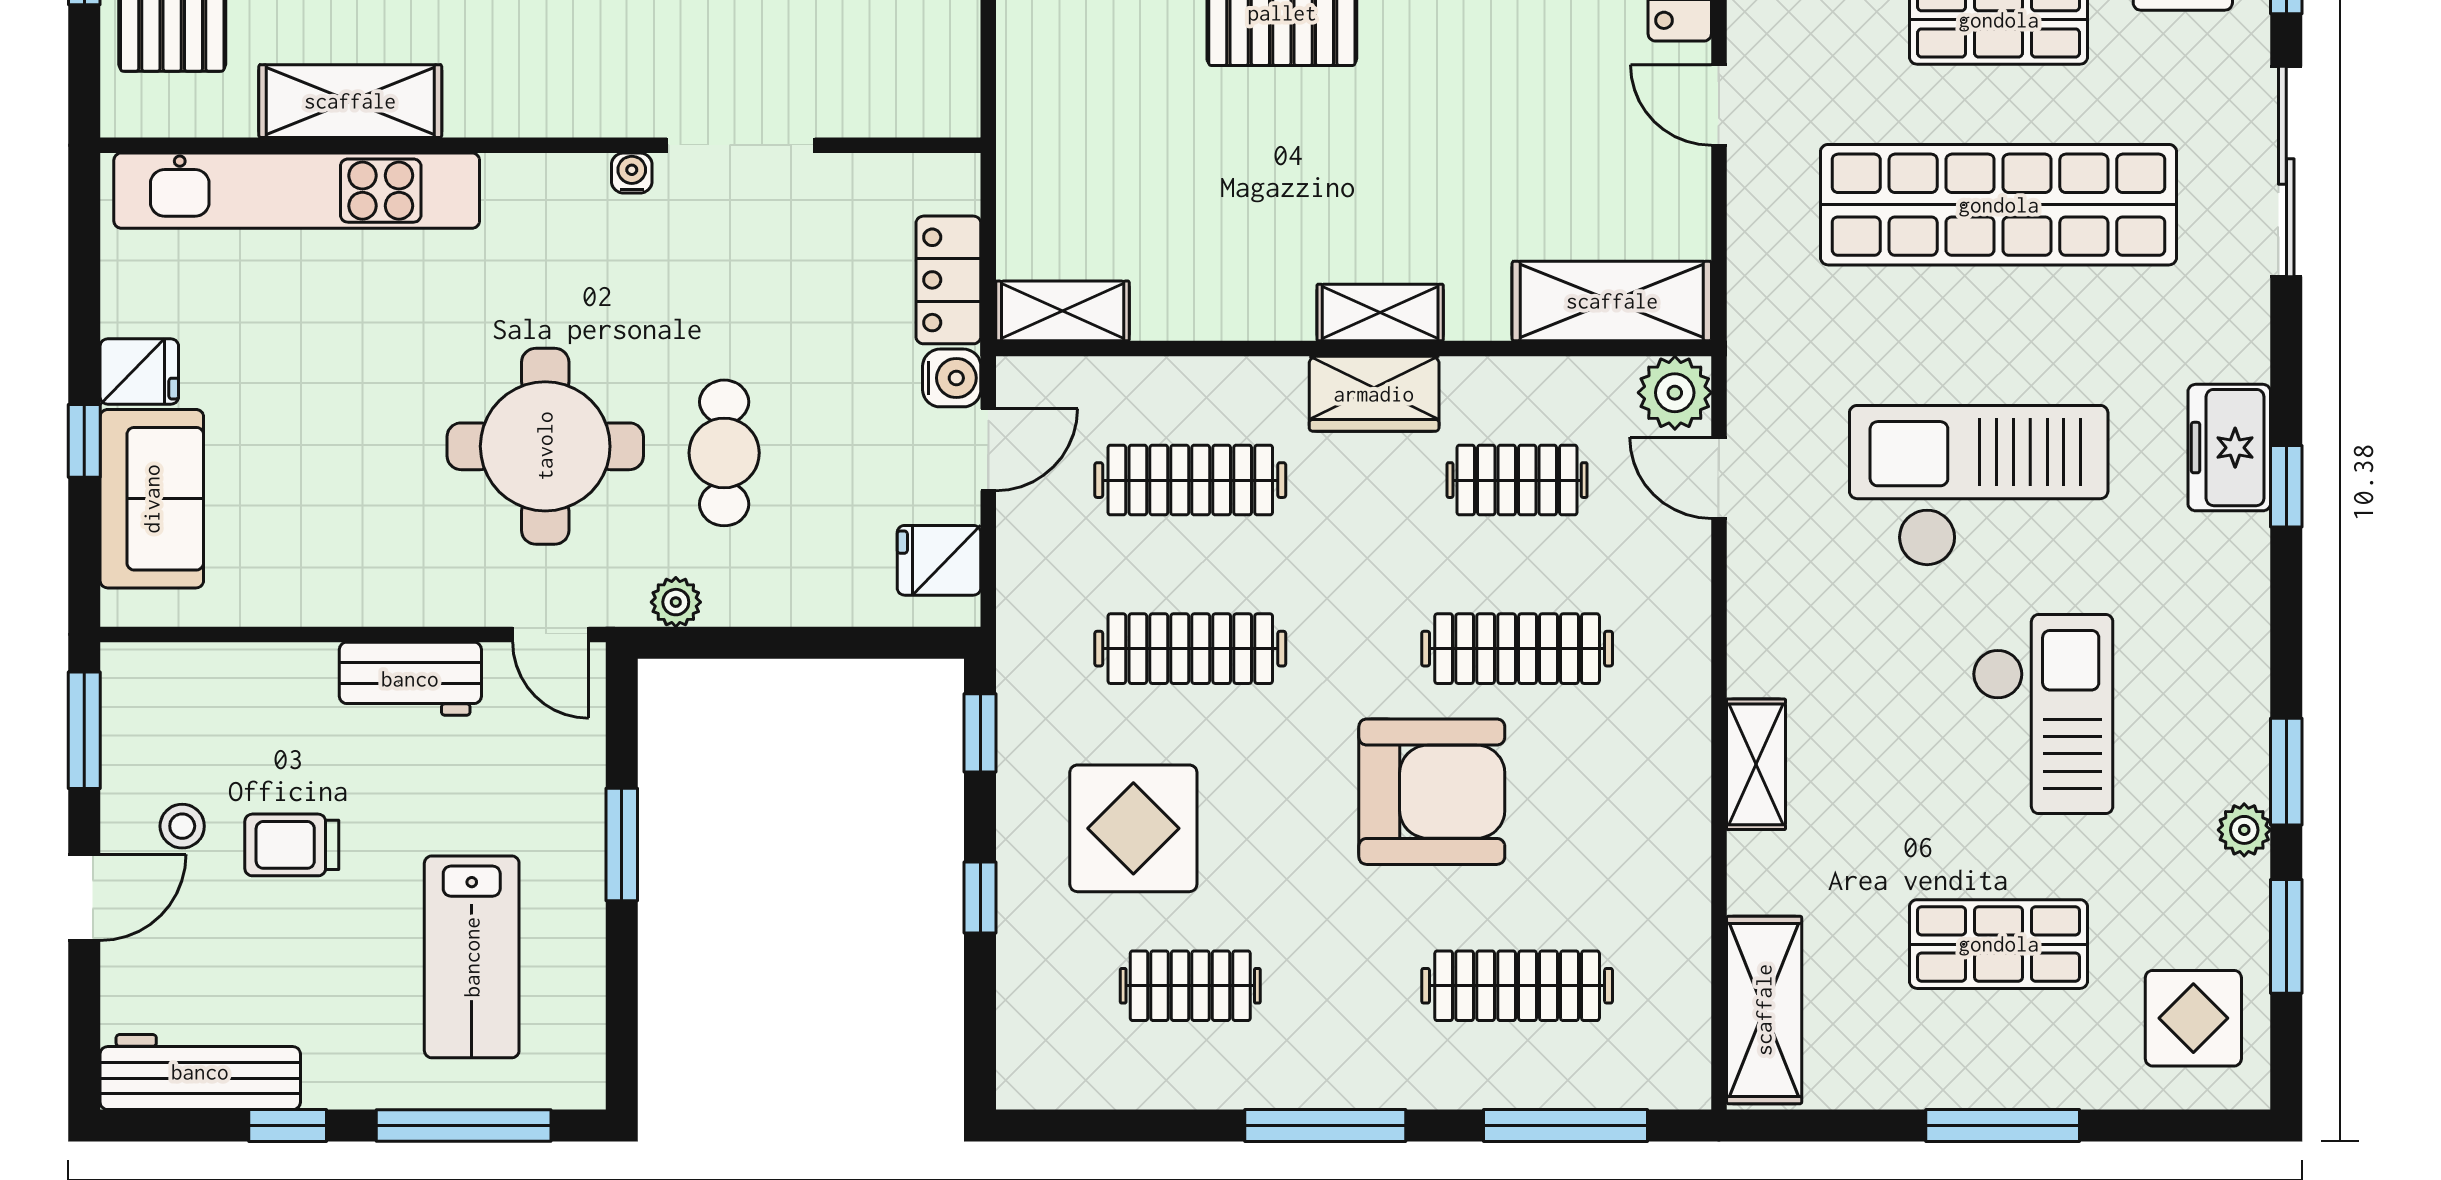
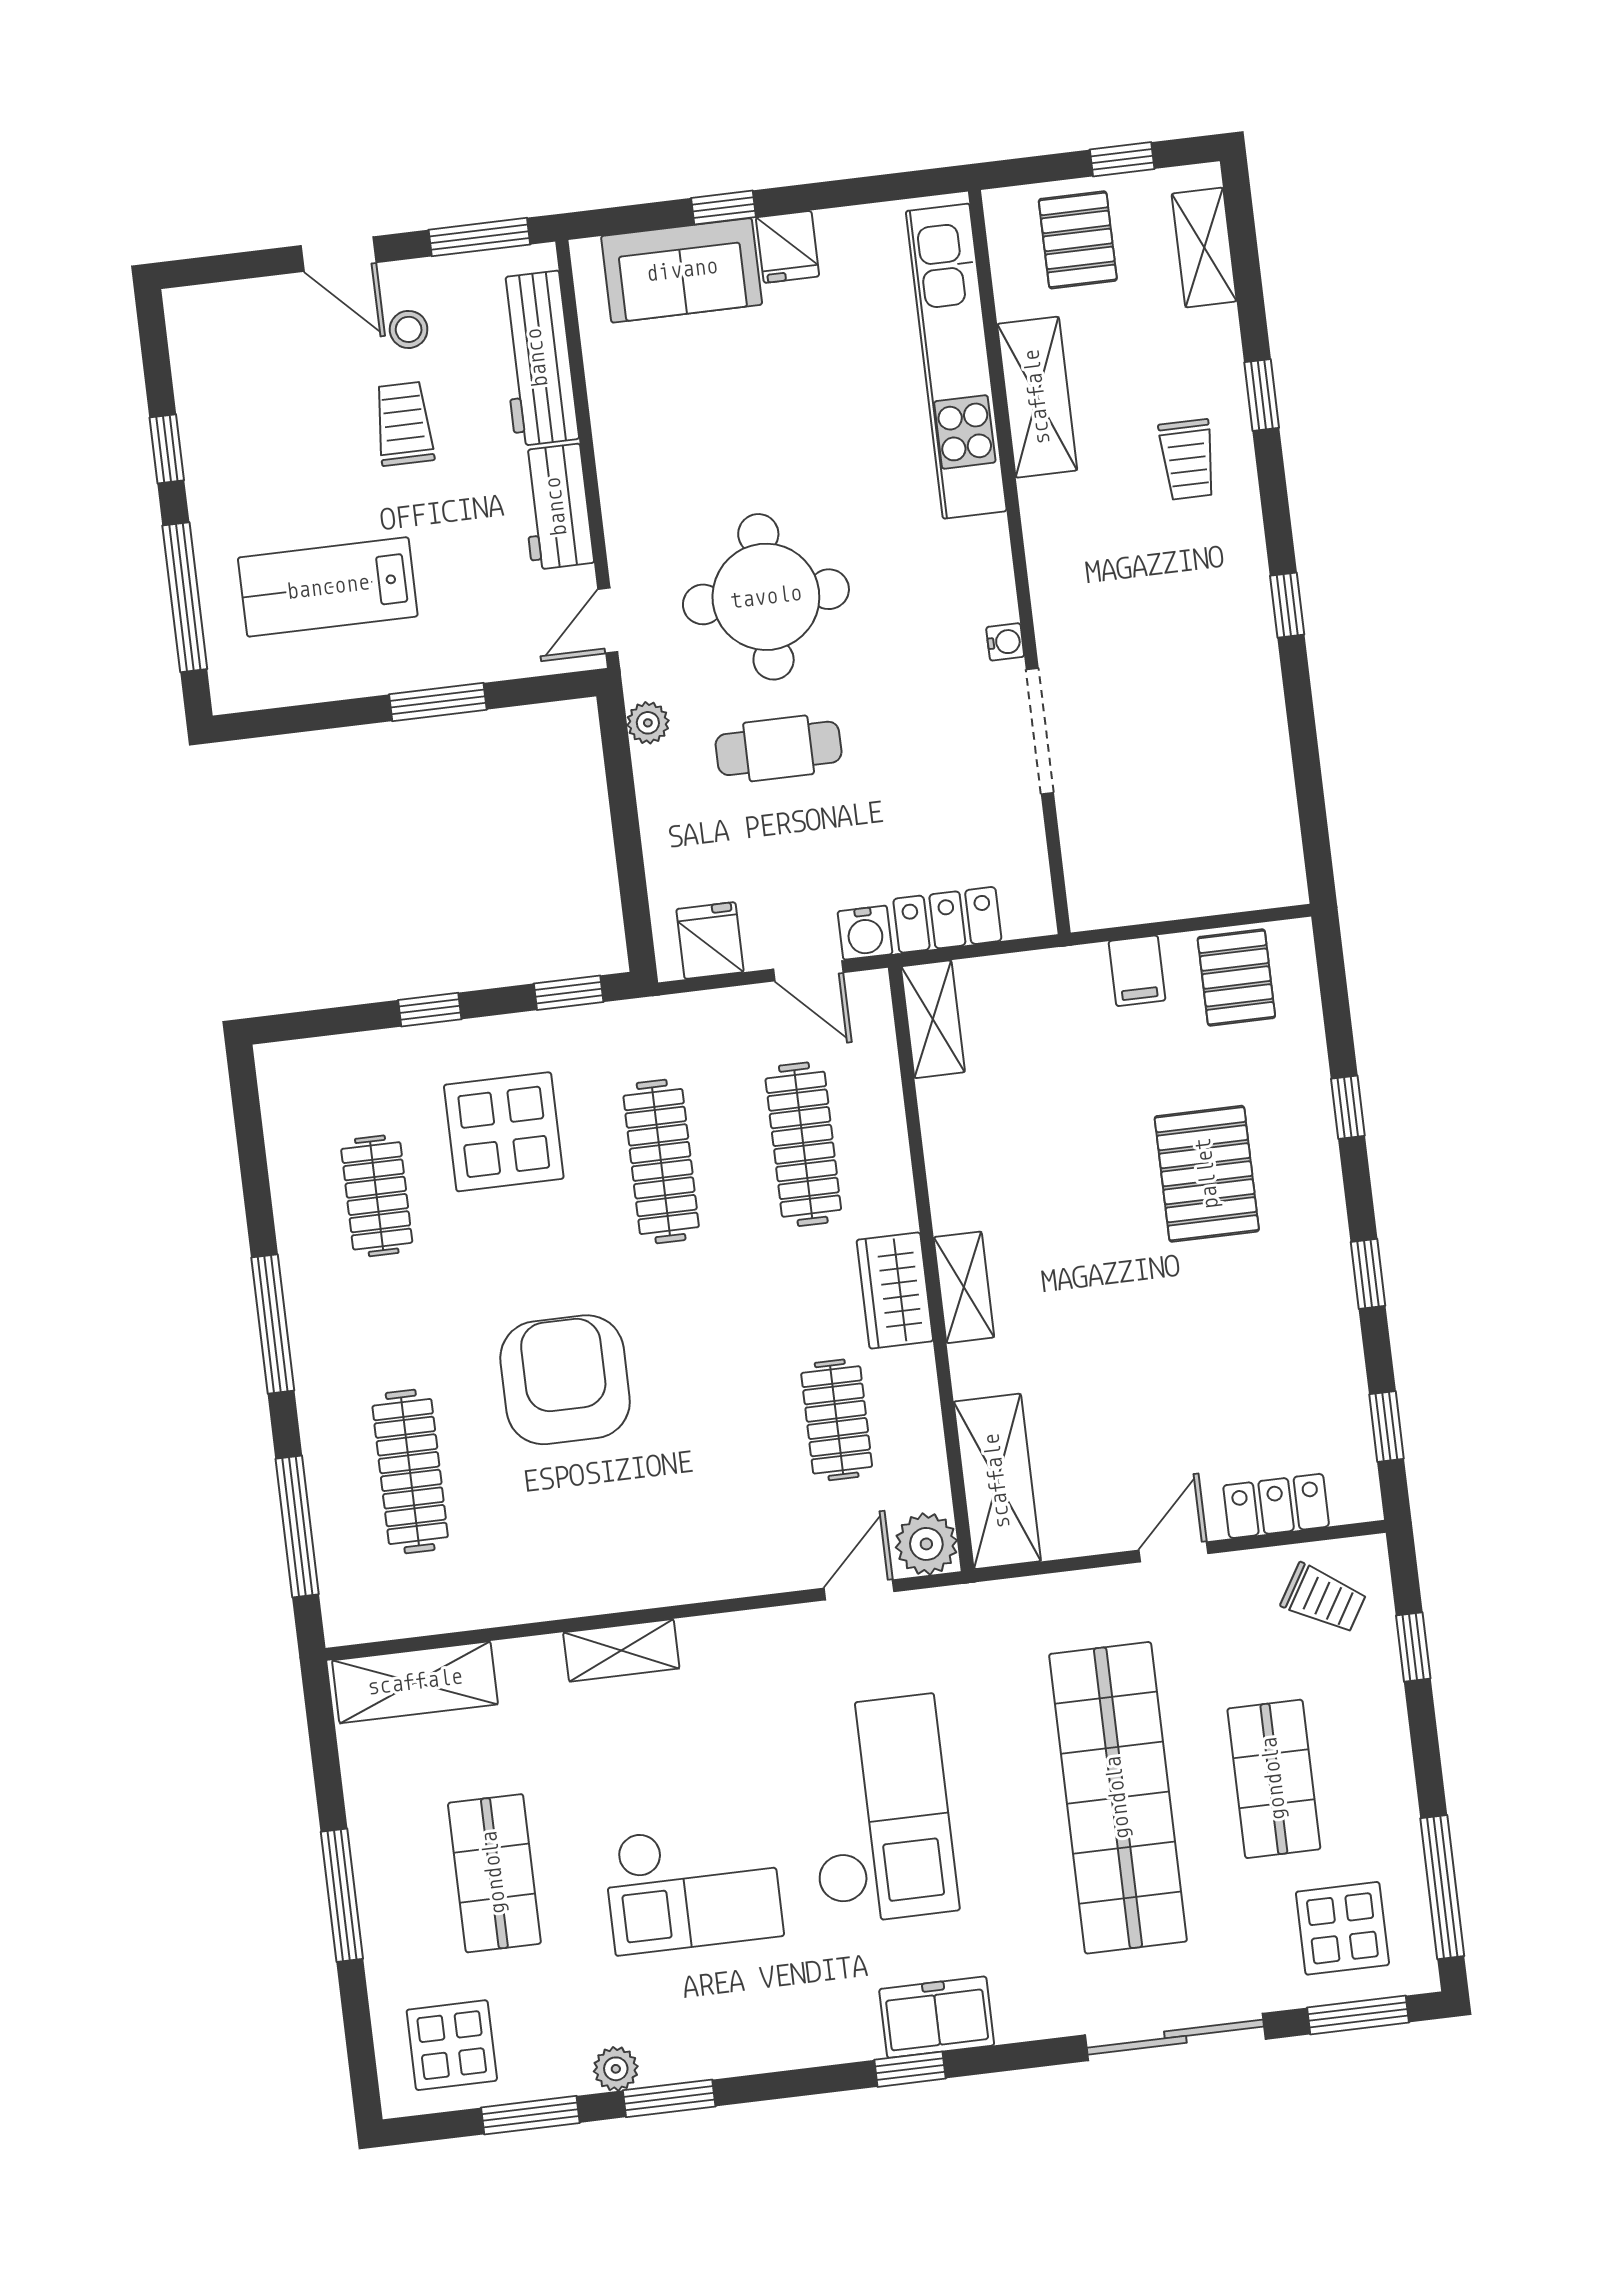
filing cabinet: (1035, 66) -> (1137, 971), added
clothes rail: (1517, 649) -> (694, 1437), removed
armchair: (1432, 792) -> (565, 1380), turned 180
workbench: (200, 1072) -> (537, 358), moved, turned 180

